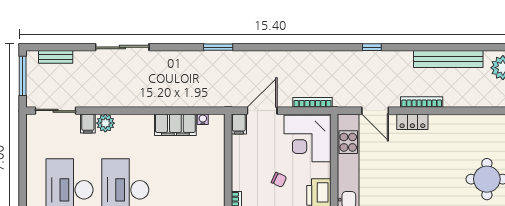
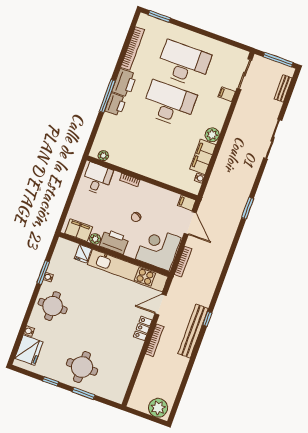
bench: (448, 59) -> (193, 331), moved
plant: (105, 123) -> (212, 135), moved

